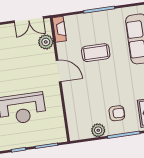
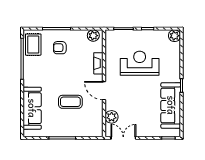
fireplace: (59, 29) -> (98, 63), moved
plant: (98, 130) -> (93, 36), moved

